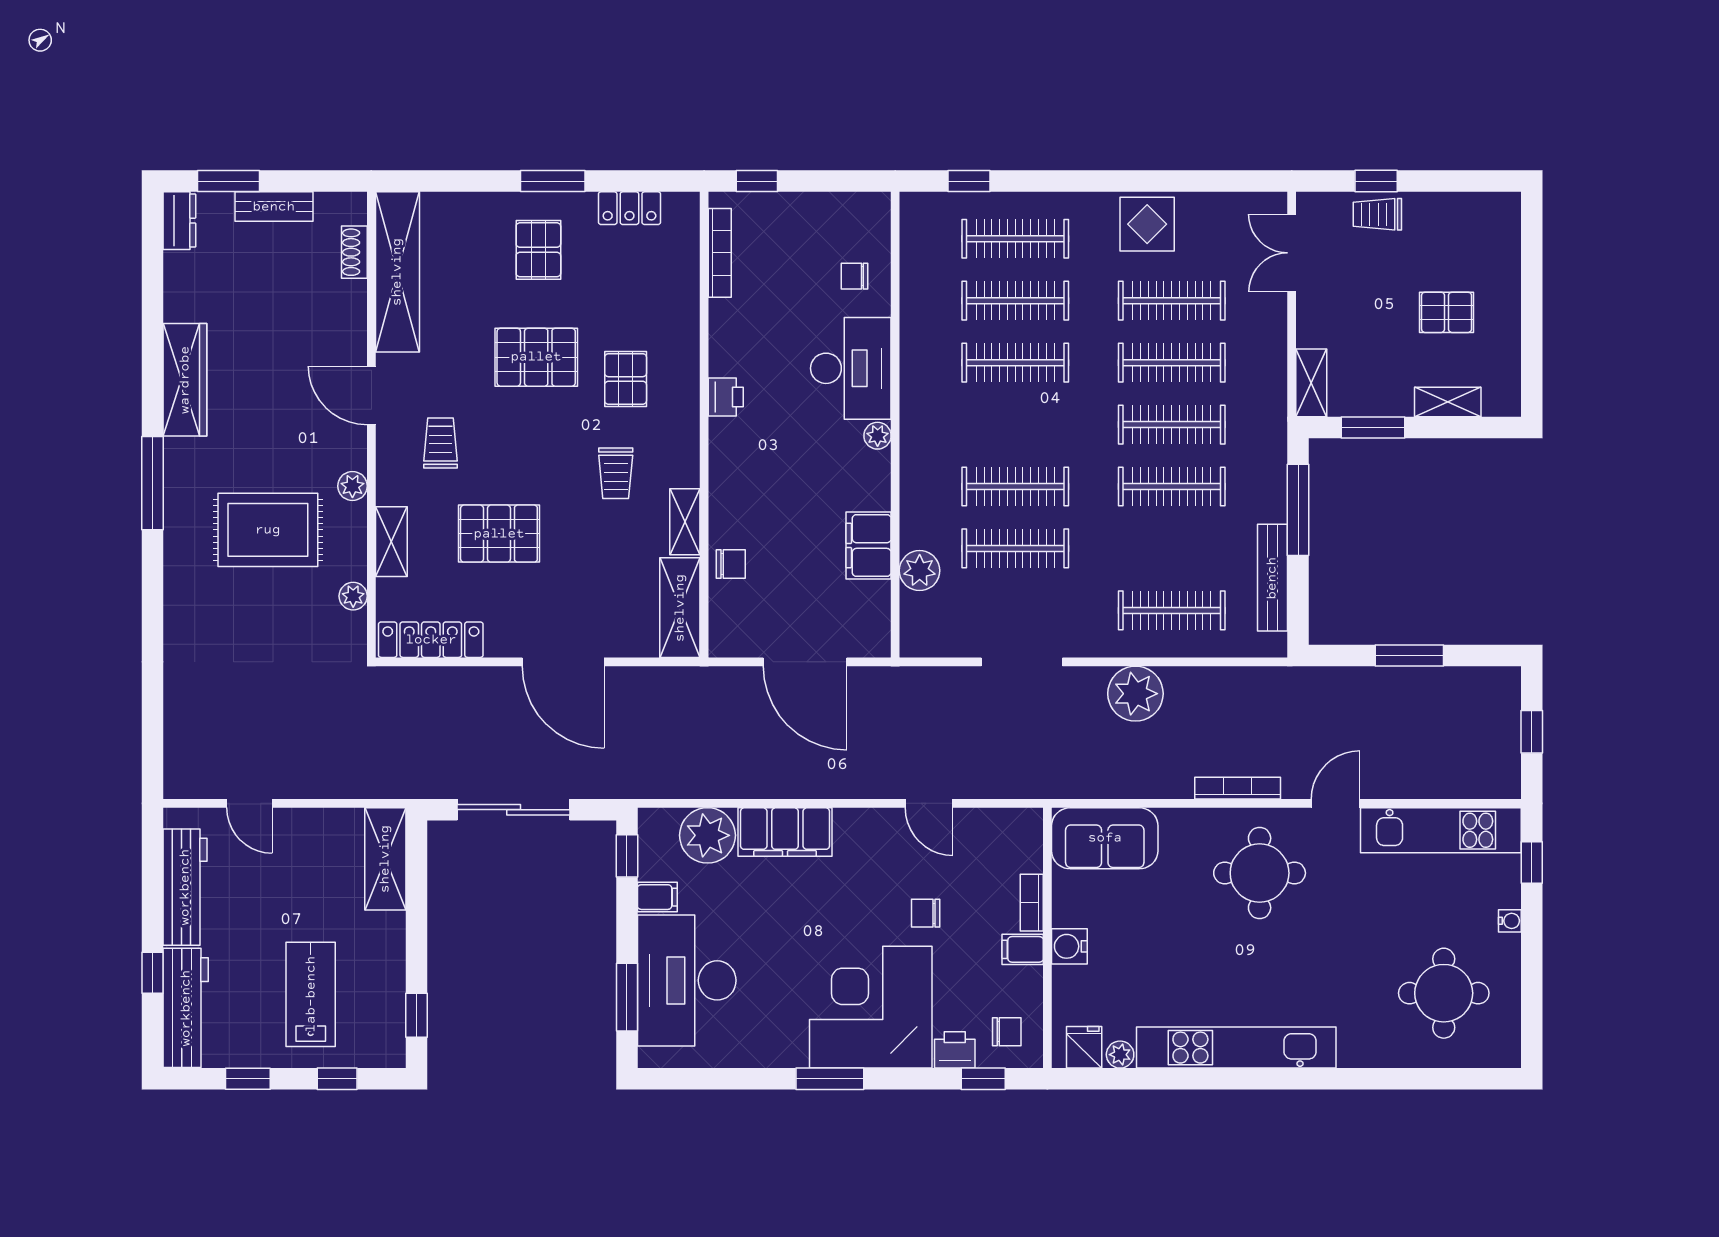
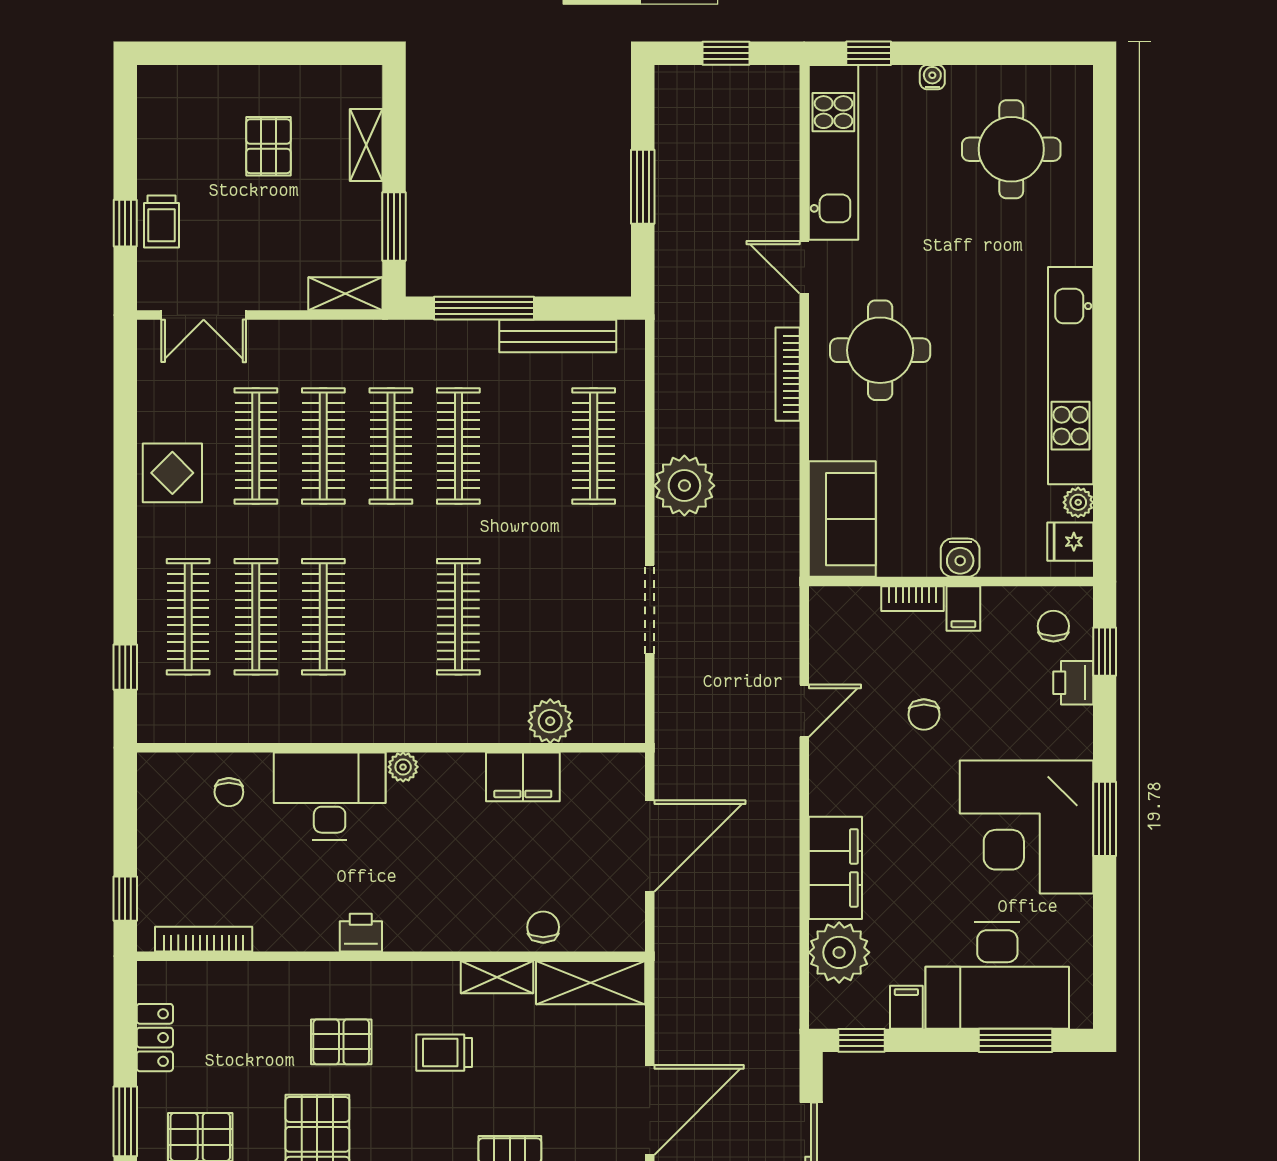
trolley: (616, 473) -> (444, 1053), turned 180
clothes rail: (1015, 548) -> (526, 617), removed
corner desk: (871, 1007) -> (1026, 827), moved

